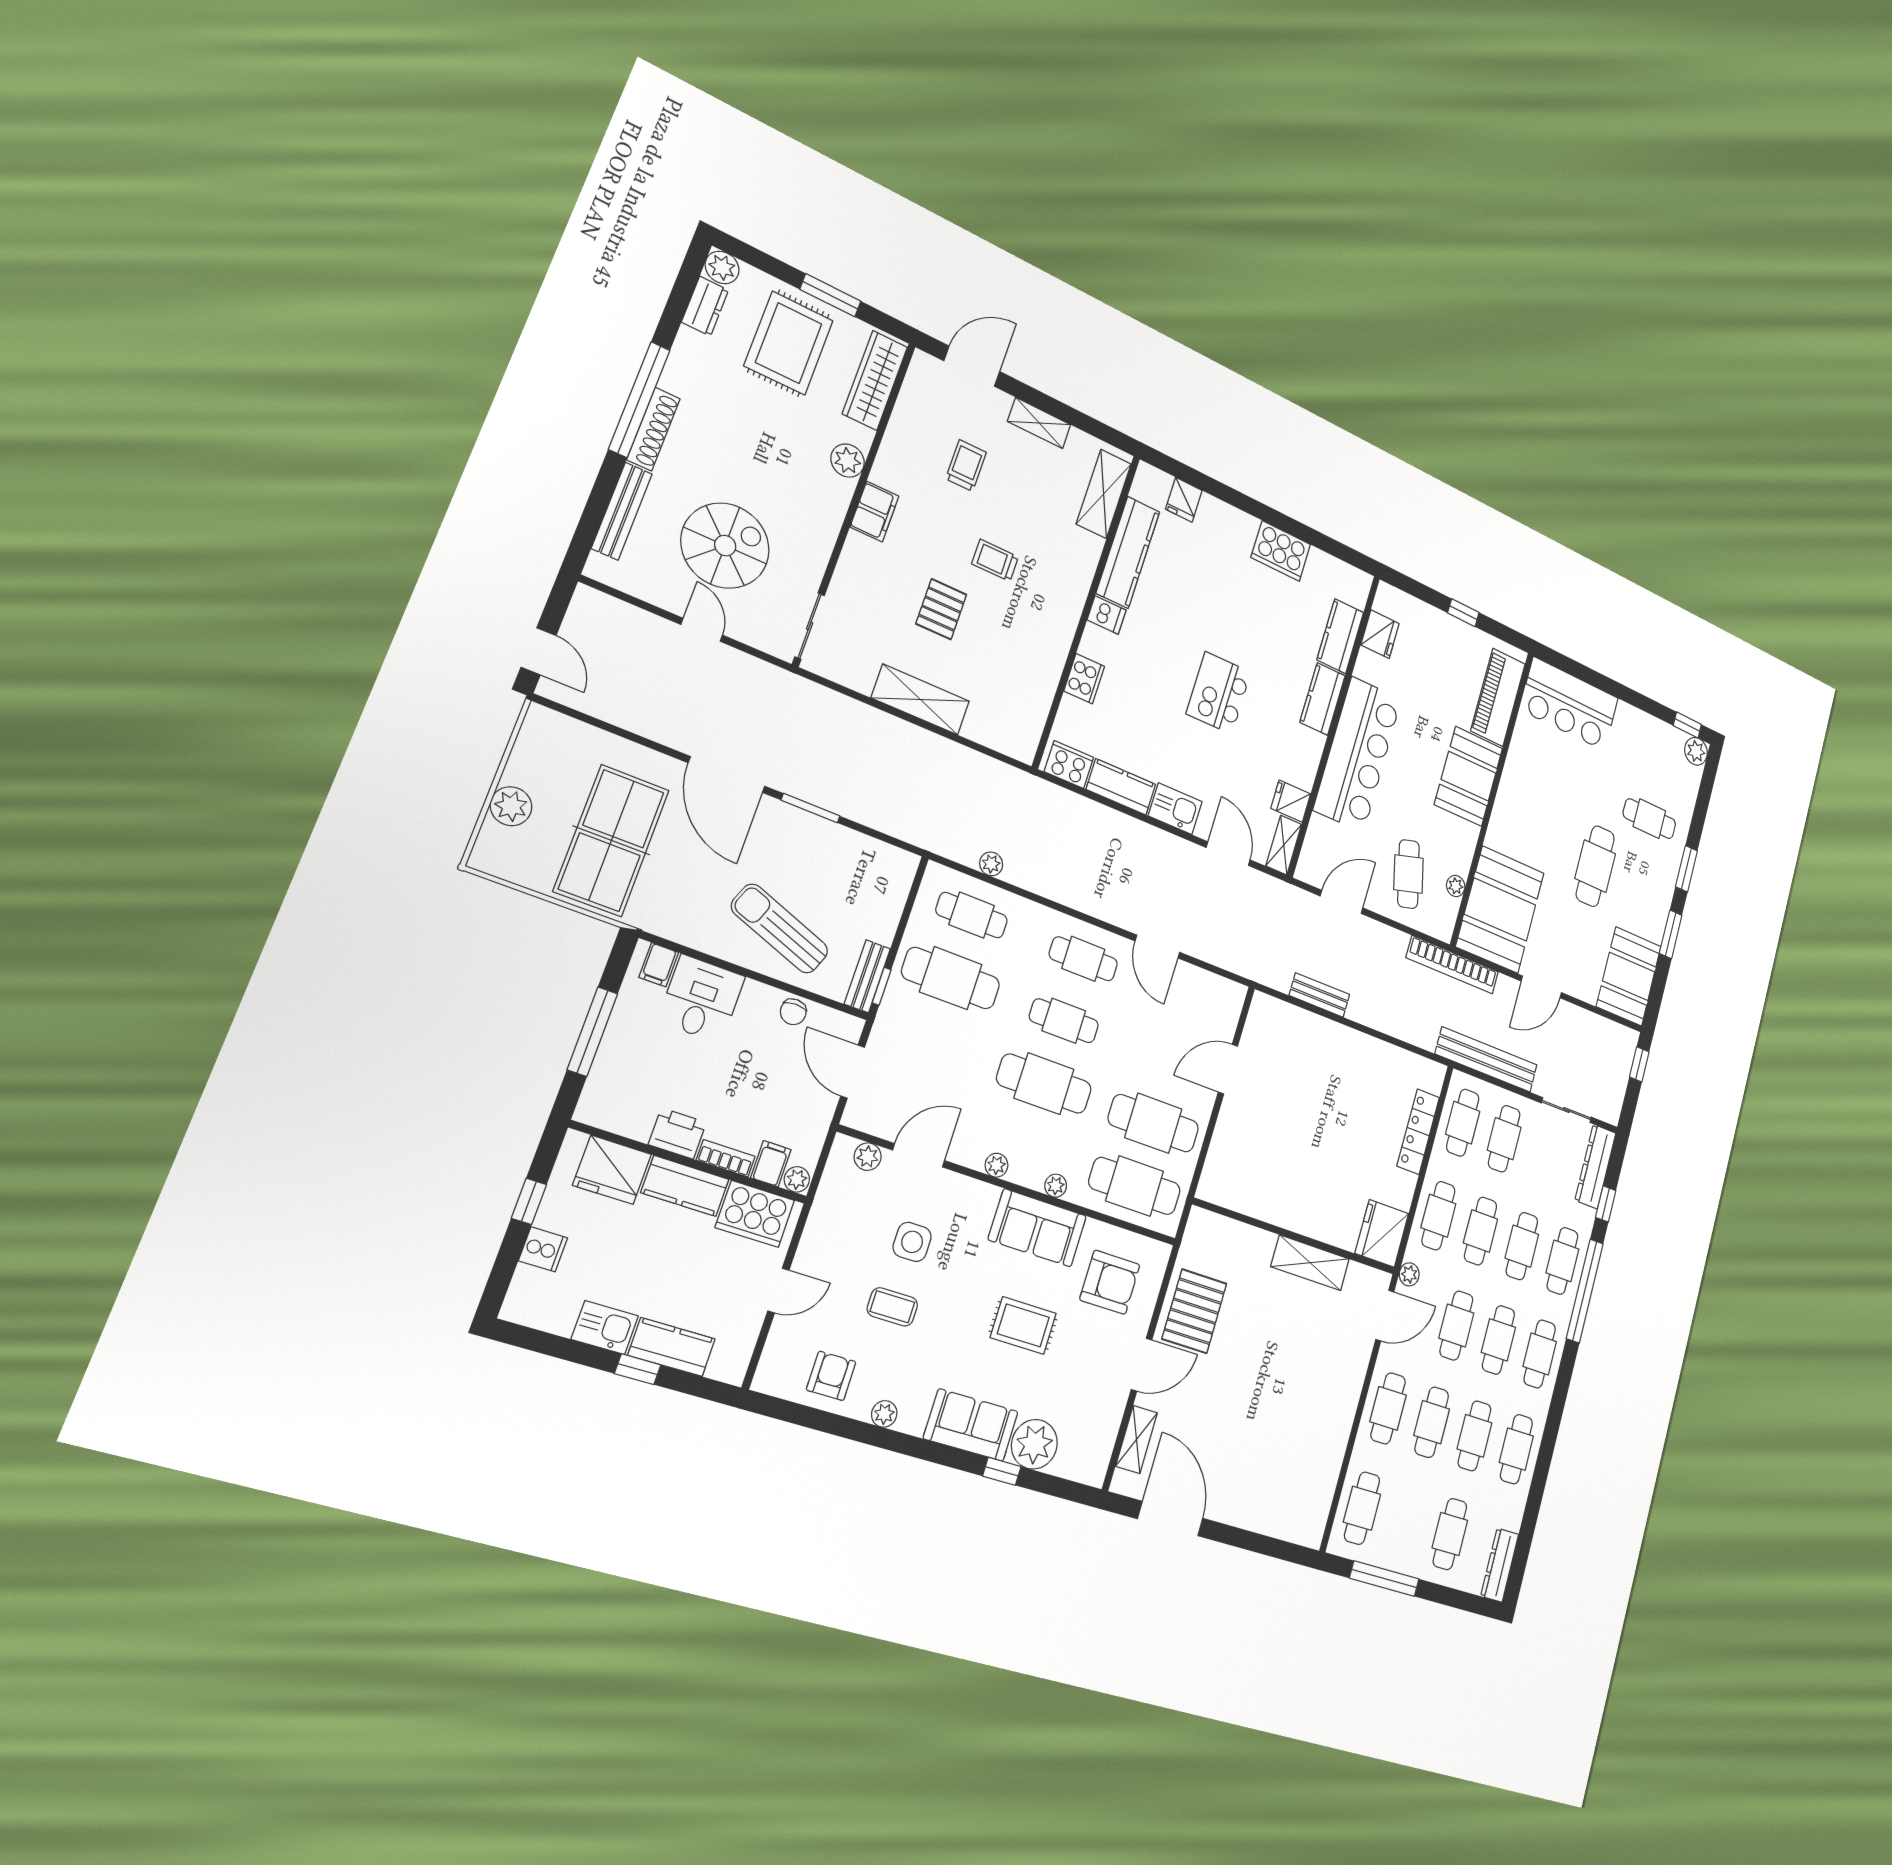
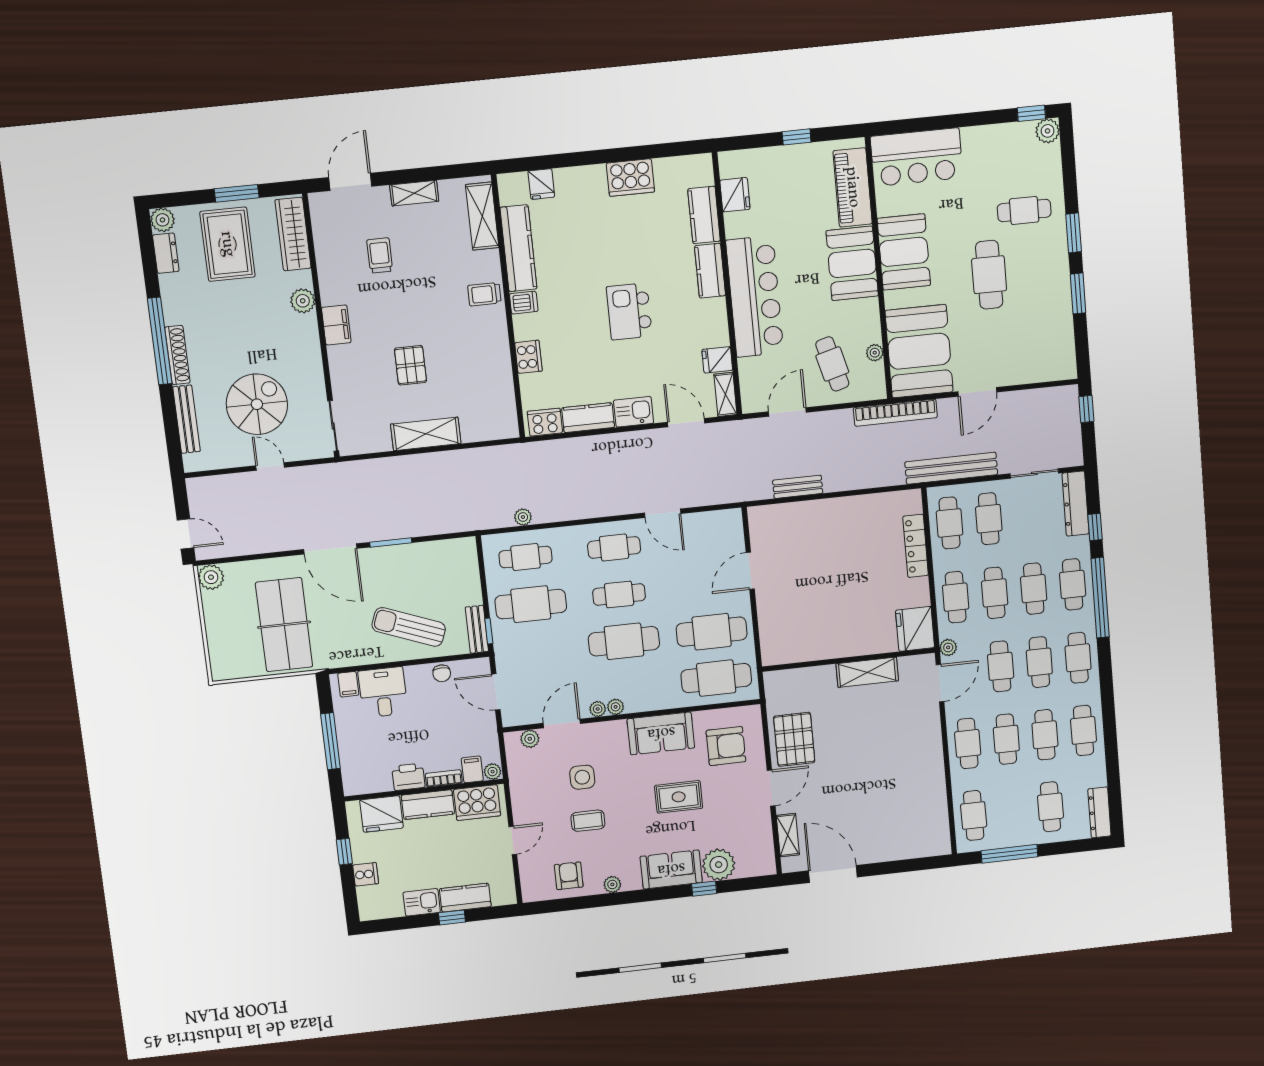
trolley: (995, 560) -> (484, 294), moved
plant: (511, 806) -> (211, 577), moved
booth: (1629, 976) -> (904, 252), moved
plant: (1056, 1186) -> (598, 709), moved

